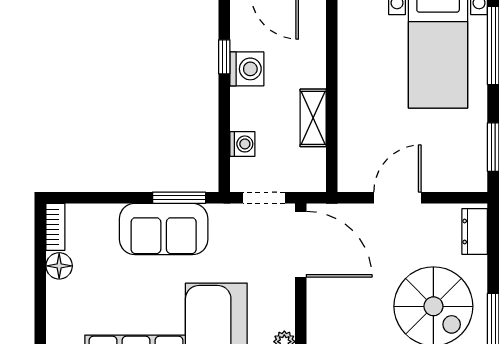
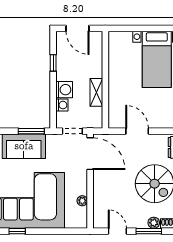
washing machine: (247, 69) -> (64, 90), moved
door: (397, 198) -> (137, 131), hinge flipped

